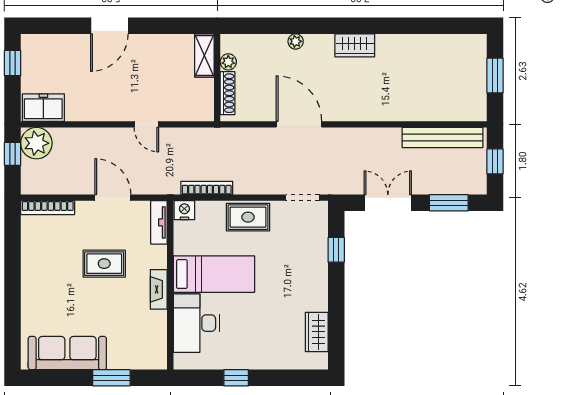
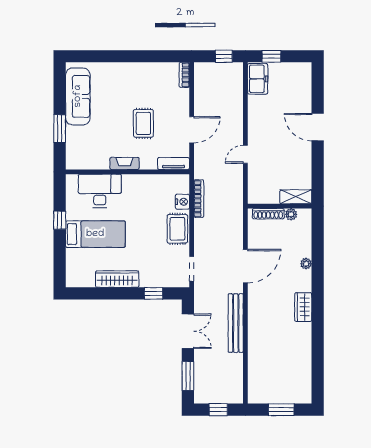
window: (13, 63) -> (271, 56), moved
bench: (442, 137) -> (236, 323), moved
plant: (36, 143) -> (232, 74), removed
bookcase: (48, 208) -> (184, 75), width x0.64
nightstand: (184, 210) -> (182, 202), moved
bed: (214, 274) -> (95, 234), moved, turned -90
wardrobe: (317, 332) -> (117, 279), moved, width x1.50

